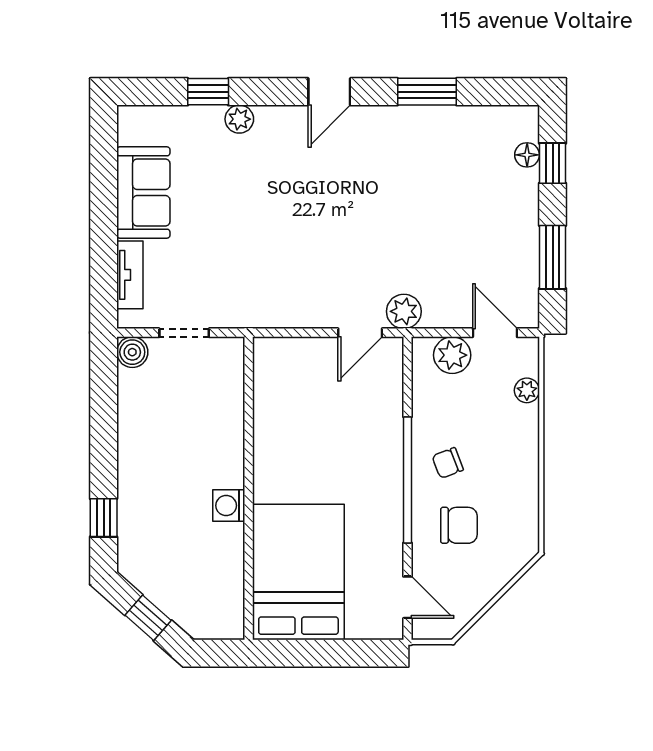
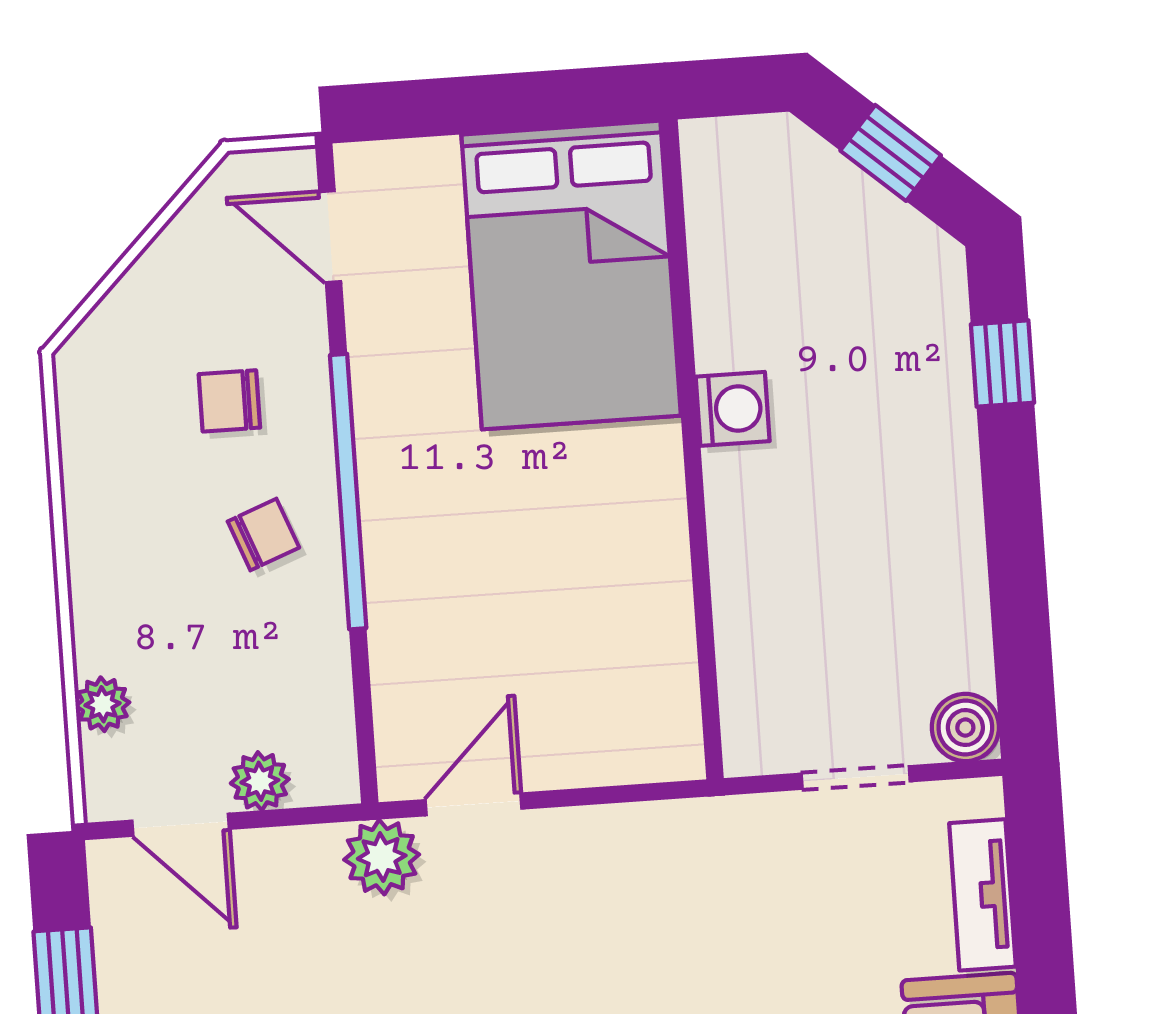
plant: (452, 355) -> (260, 781), width x0.73, depth x0.73
chair: (459, 525) -> (229, 401), width x0.73, depth x0.73

